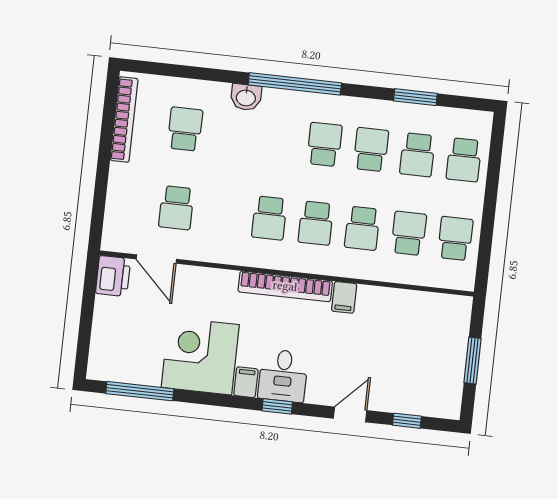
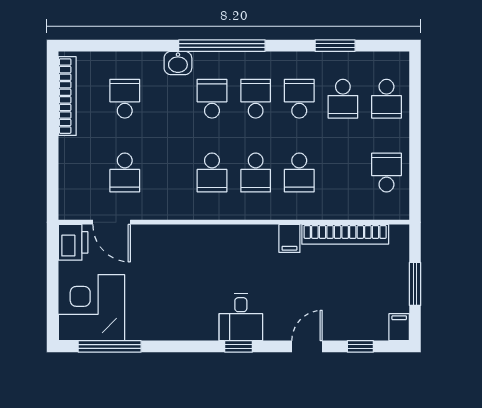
school desk: (409, 233) -> (212, 99), moved
bookcase: (285, 286) -> (345, 234), moved
corner desk: (200, 356) -> (91, 308), moved
filing cabinet: (246, 382) -> (399, 327), moved

